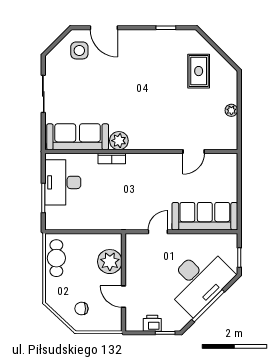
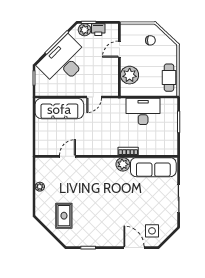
desk: (63, 182) -> (143, 111), moved, turned -90
door: (124, 297) -> (119, 49), swing flipped
plant: (171, 323) -> (85, 30), added

